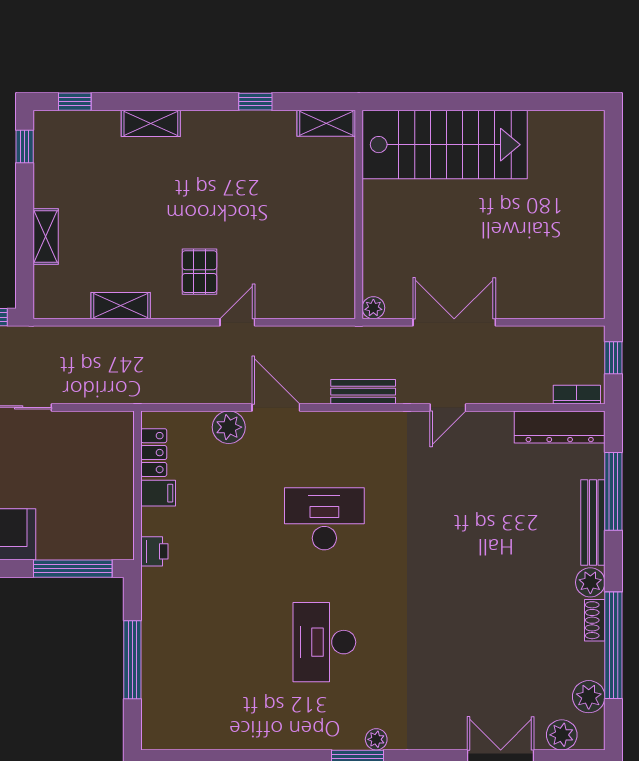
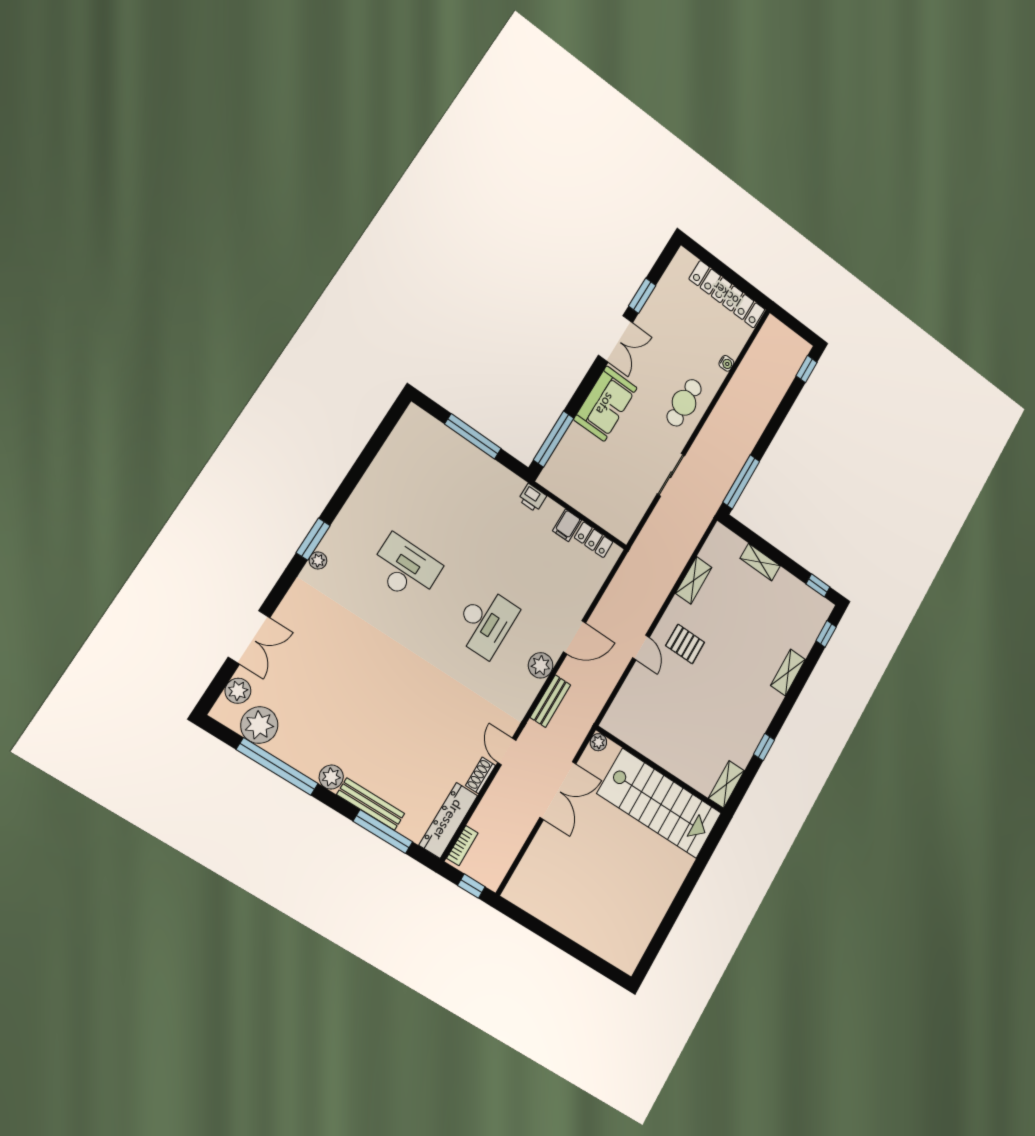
stairs: (445, 145) -> (660, 803), moved, turned -90
plant: (229, 427) -> (541, 665), moved
shoe rack: (595, 620) -> (480, 775), moved, turned -90
plant: (589, 697) -> (259, 725), width x1.36, depth x1.36

